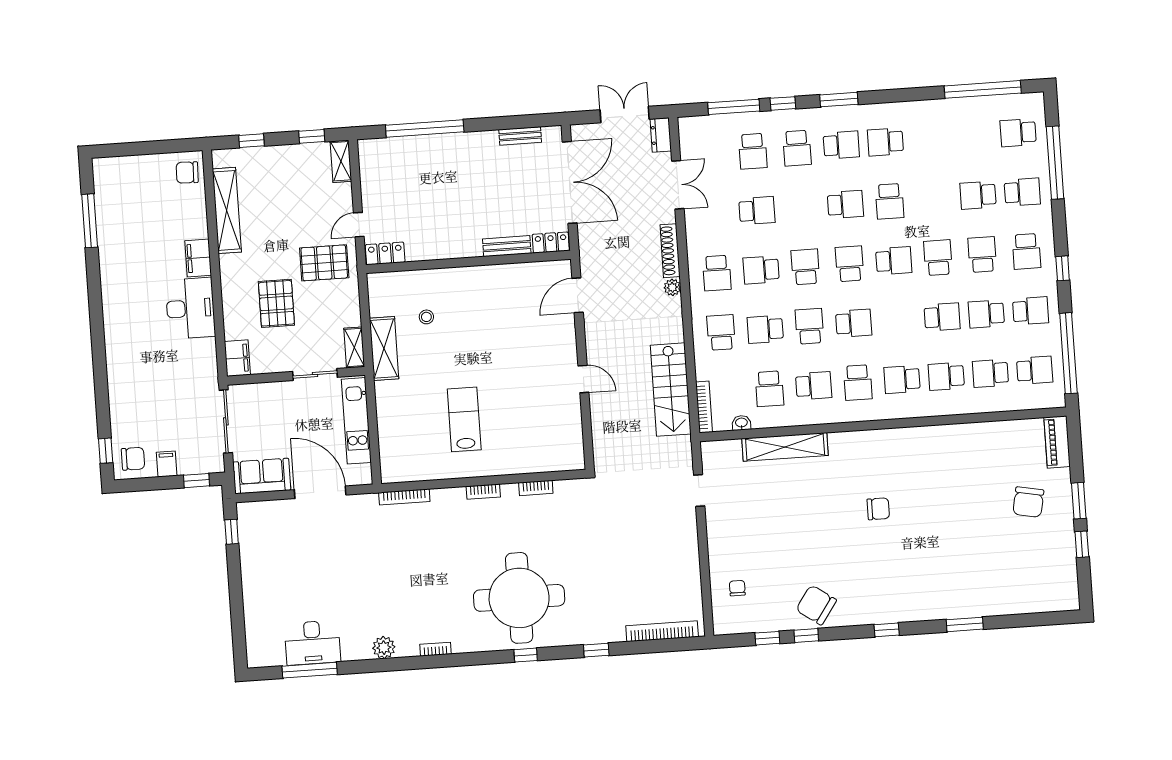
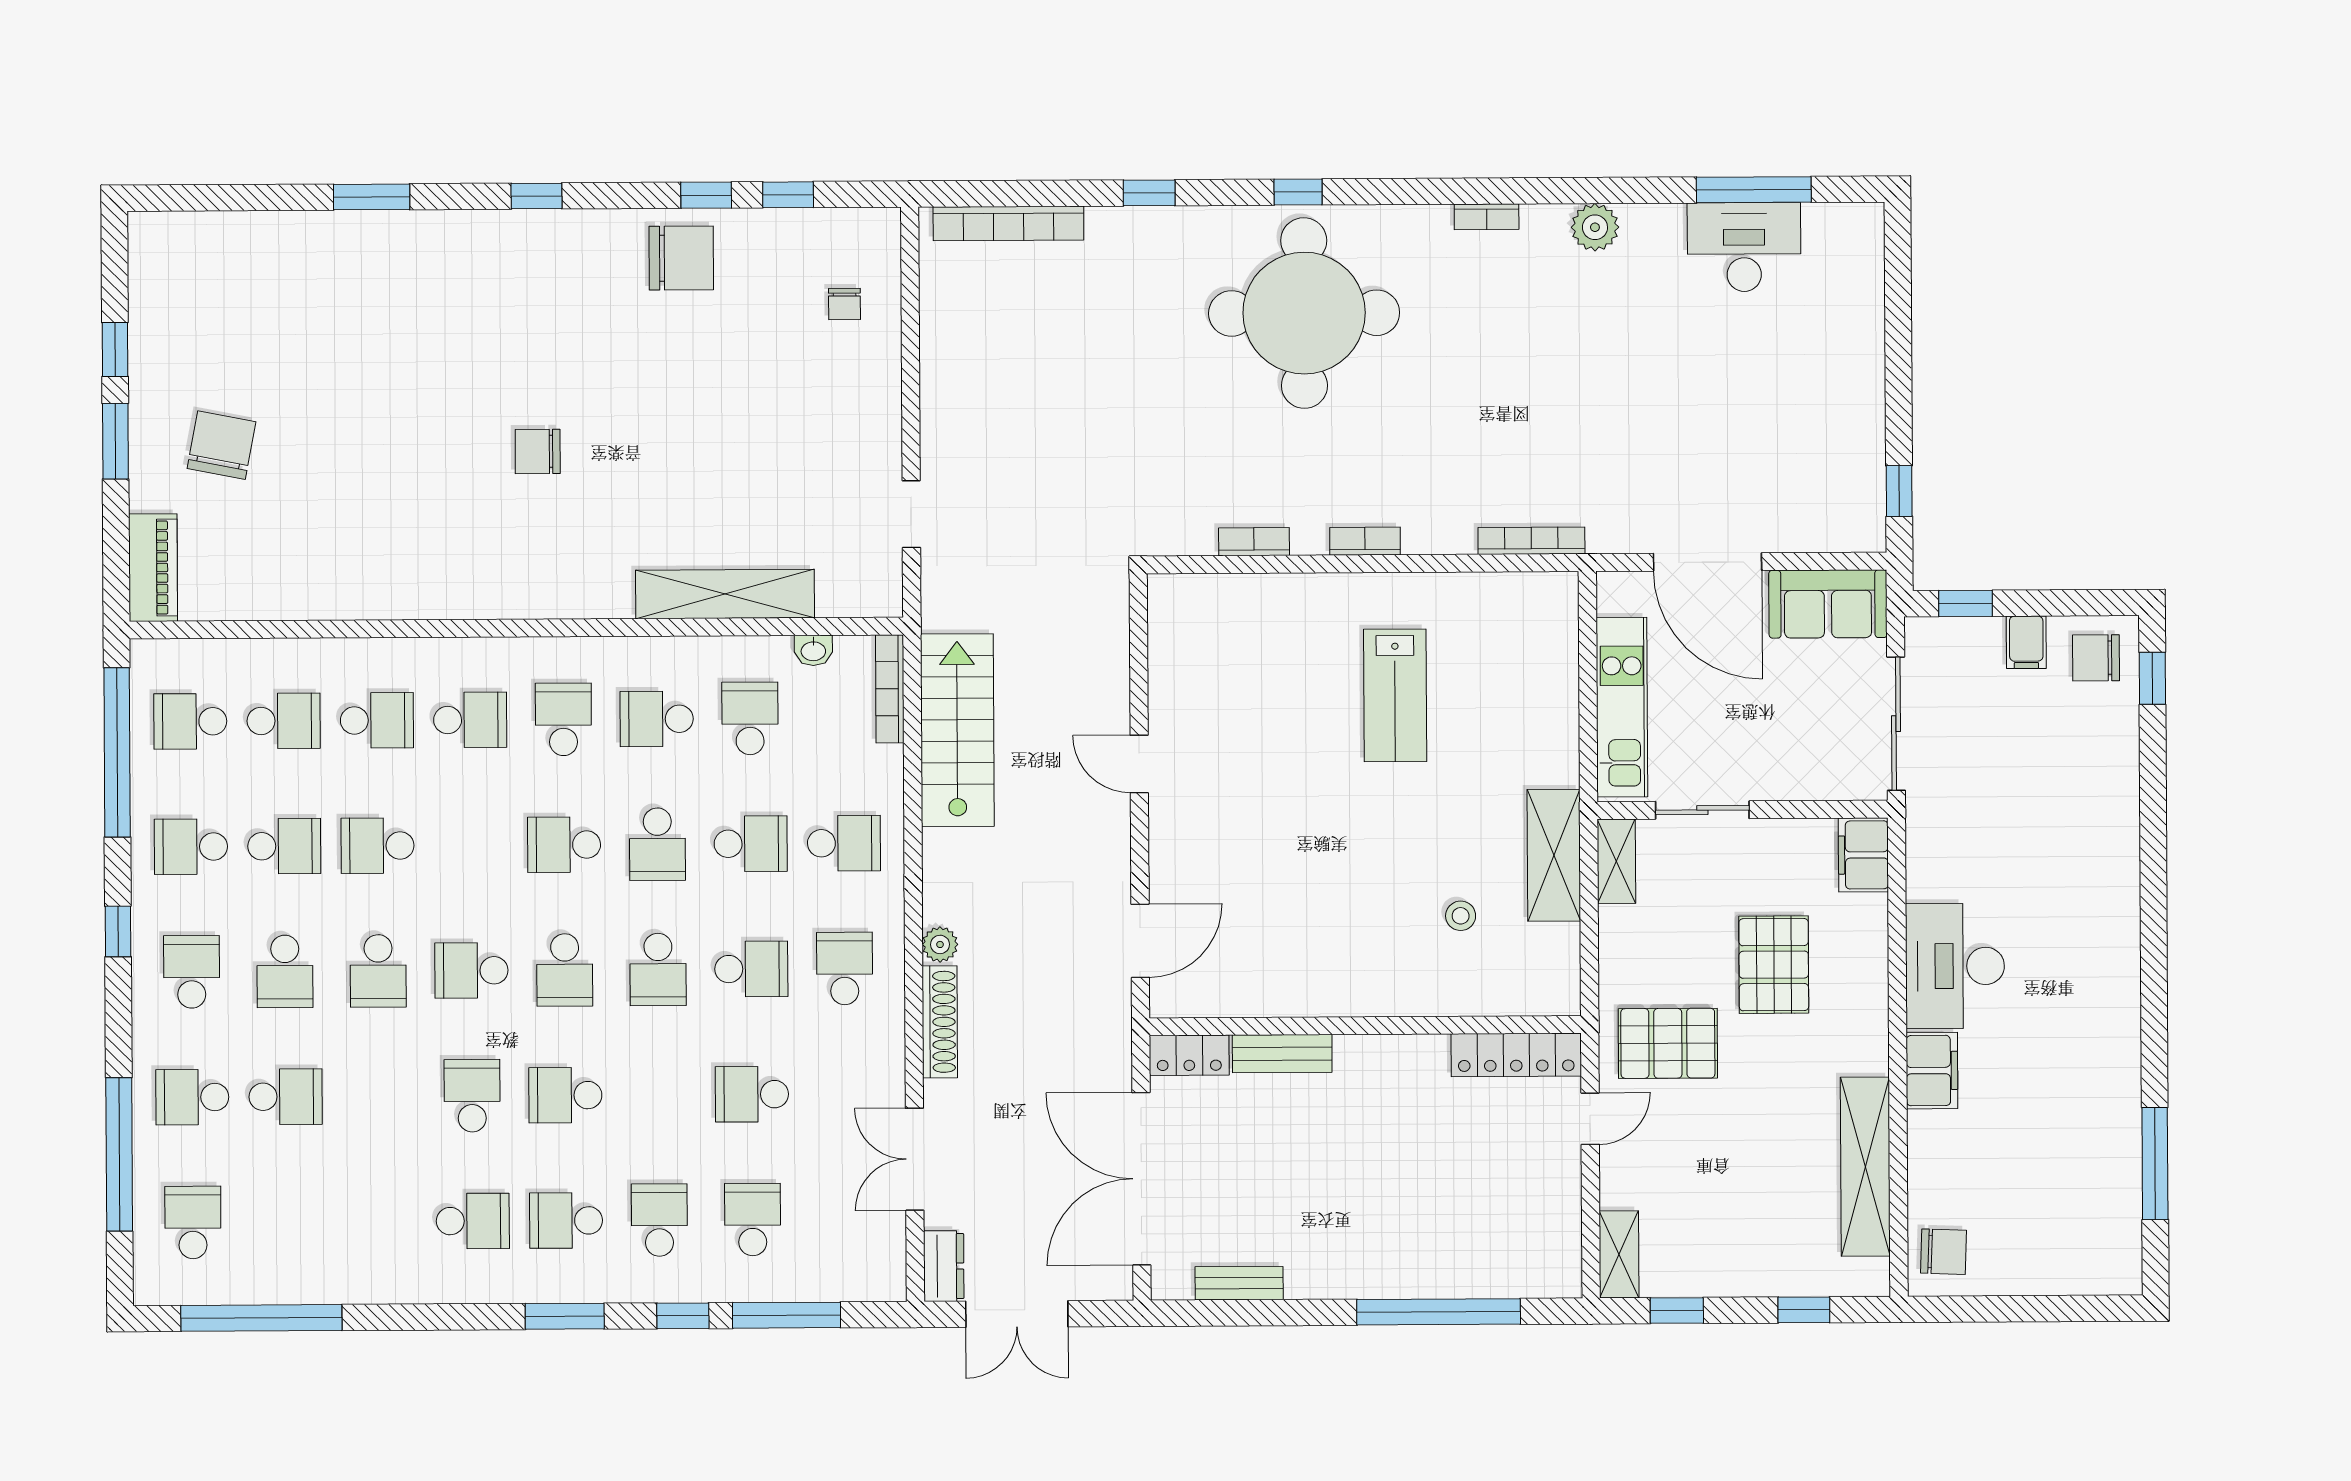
school desk: (1018, 133) -> (193, 1222), turned -90
locker: (385, 253) -> (1516, 1055), width x1.53
school desk: (721, 332) -> (844, 843), turned -90
chair: (816, 605) -> (681, 258), turned -35

